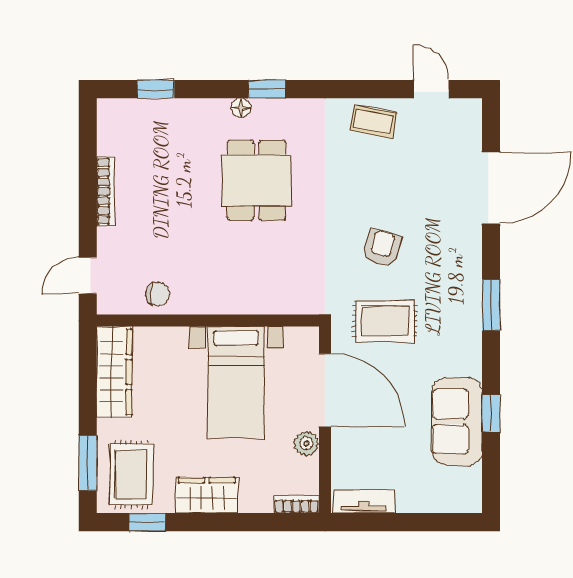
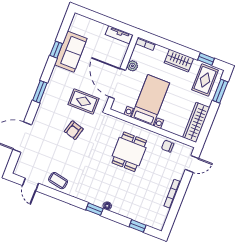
dining table: (256, 180) -> (129, 152), moved

